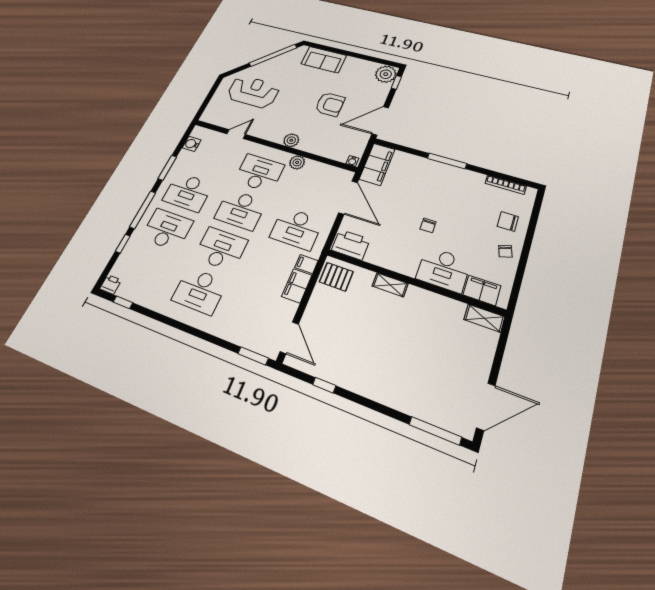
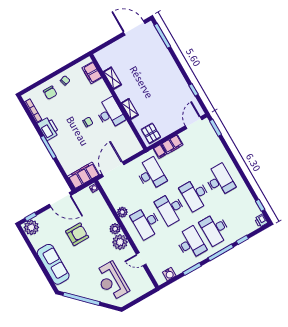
sofa: (324, 60) -> (53, 264), width x1.36
armchair: (330, 104) -> (77, 234), turned 90
plant: (275, 132) -> (120, 242), added
desk: (241, 210) -> (171, 209), turned 180
printer: (351, 245) -> (48, 129), moved, turned 180
desk: (443, 269) -> (110, 113), moved
shelving: (484, 318) -> (112, 78), moved

